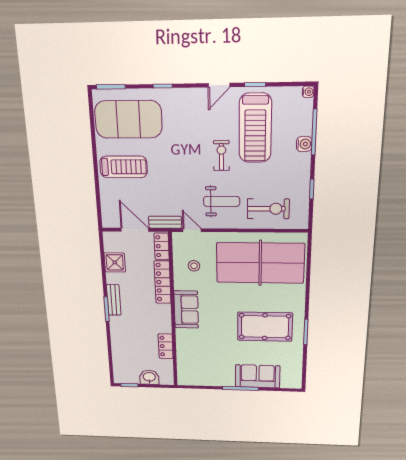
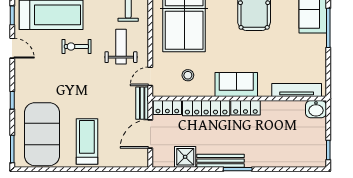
bench: (114, 300) -> (221, 161), width x1.36
locker: (166, 346) -> (245, 108), moved
tv unit: (183, 361) -> (297, 90), added
washbasin: (149, 377) -> (316, 109), moved, turned -90

